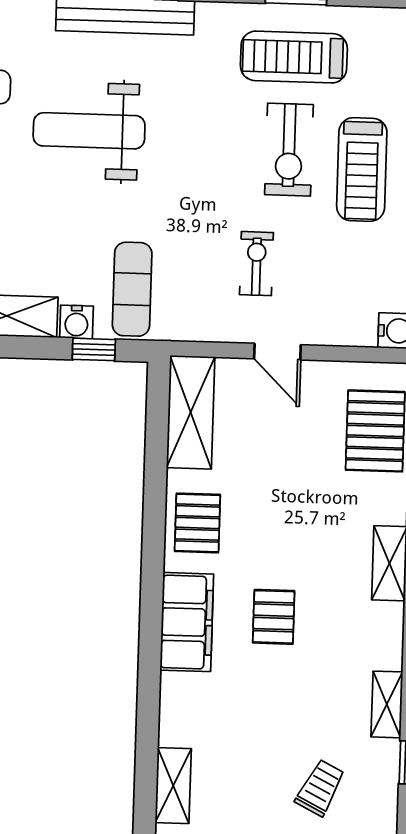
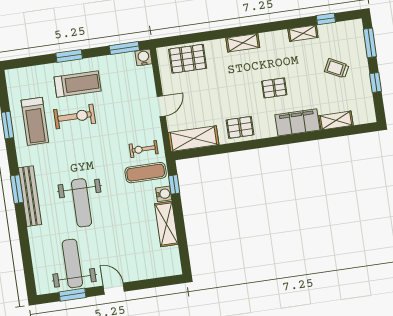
exercise bike: (256, 264) -> (144, 149), moved
filing cabinet: (187, 622) -> (297, 122), moved
shelving: (173, 786) -> (336, 120), moved
trolley: (320, 788) -> (337, 68), moved

